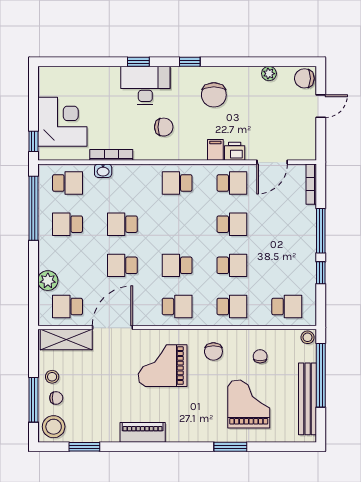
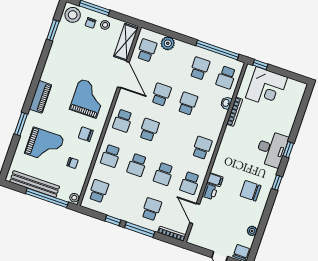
chair: (164, 127) -> (241, 152), removed
school desk: (287, 224) -> (151, 209), added
school desk: (287, 306) -> (99, 191), turned 180
piano: (143, 432) -> (40, 97), moved

